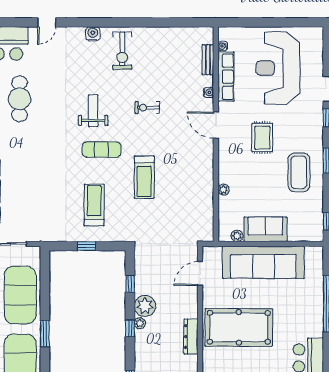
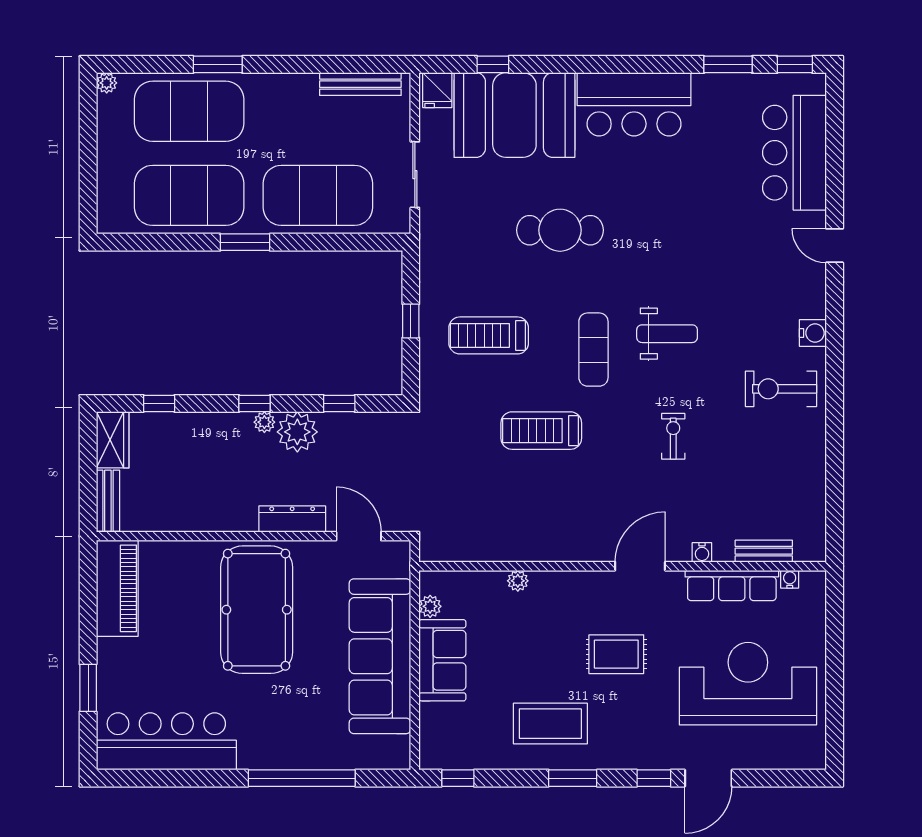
cafe table: (20, 99) -> (560, 230), moved
treadmill: (94, 205) -> (489, 335), turned 180
dresser: (191, 337) -> (292, 519), moved

